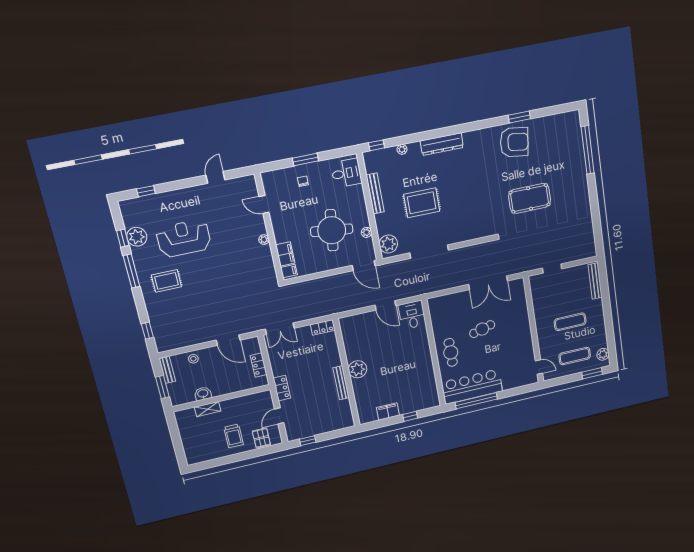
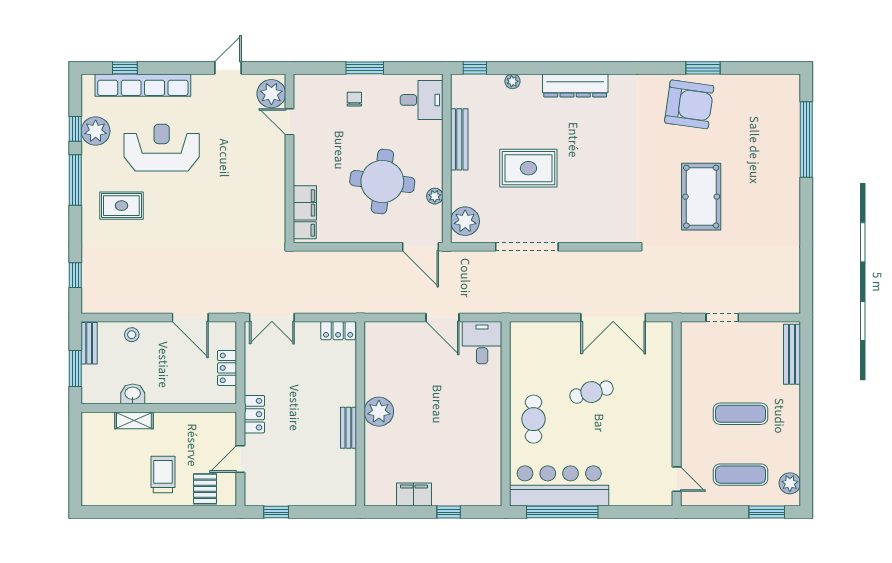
pool table: (530, 198) -> (701, 197), turned 90
row of seats: (161, 200) -> (143, 85), added
plant: (264, 240) -> (271, 94), moved, width x1.88, depth x1.88
bench: (341, 383) -> (348, 428), width x0.73
trolley: (234, 436) -> (163, 474), turned 180

